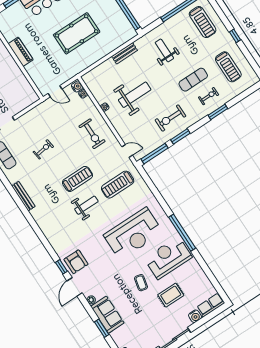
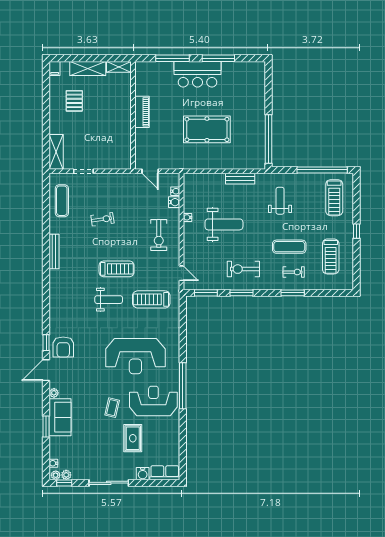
water cooler: (77, 86) -> (174, 202), moved
window: (154, 154) -> (206, 293), width x0.69
rug: (171, 295) -> (133, 438), turned 90

